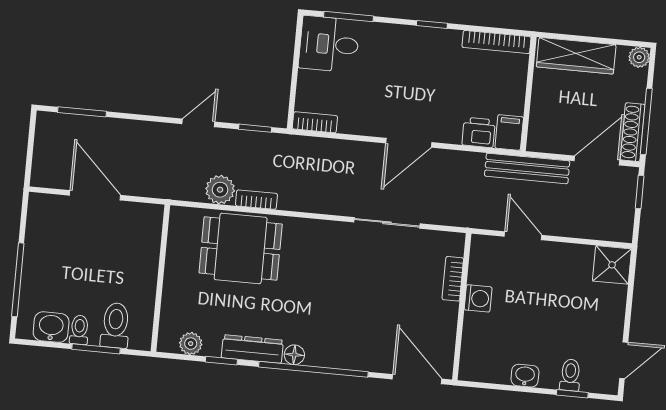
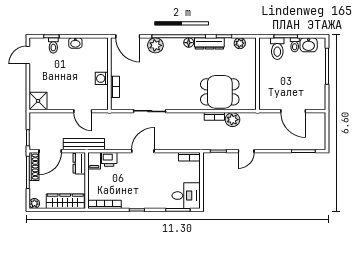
dresser: (540, 130) -> (79, 163), added
plant: (363, 355) -> (155, 45), added

